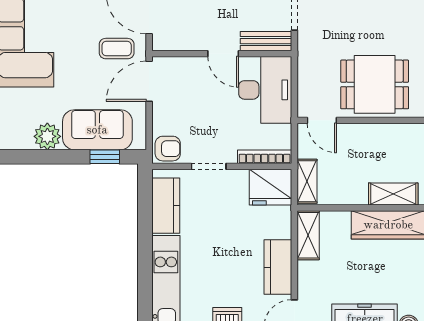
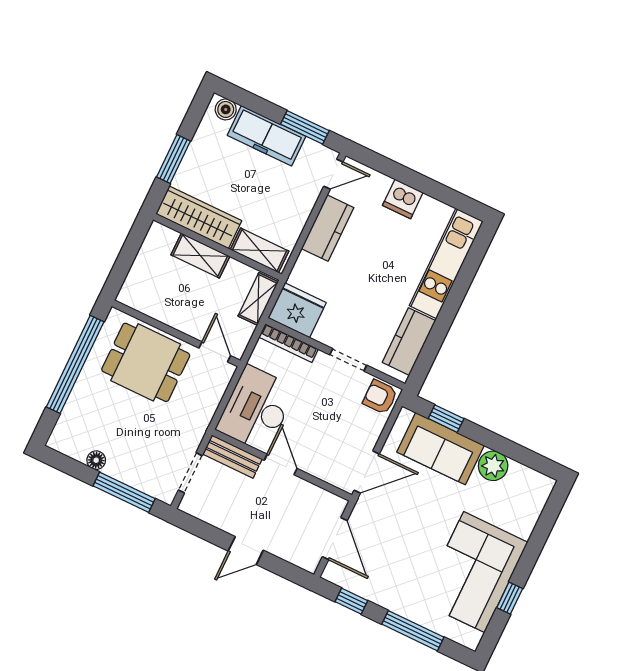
coffee table: (117, 49) -> (383, 520), removed
shelving: (393, 194) -> (200, 256), moved
shelving: (308, 235) -> (260, 250), moved, turned 90

